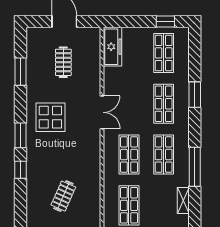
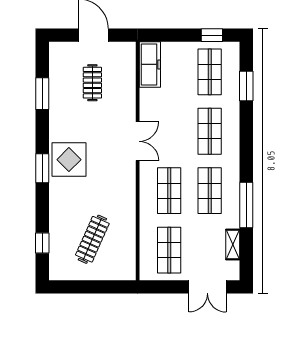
window: (195, 95) -> (246, 86), moved
display table: (50, 117) -> (69, 160), moved
window: (20, 170) -> (42, 243), moved
clothes rail: (63, 196) -> (92, 239), width x1.36

